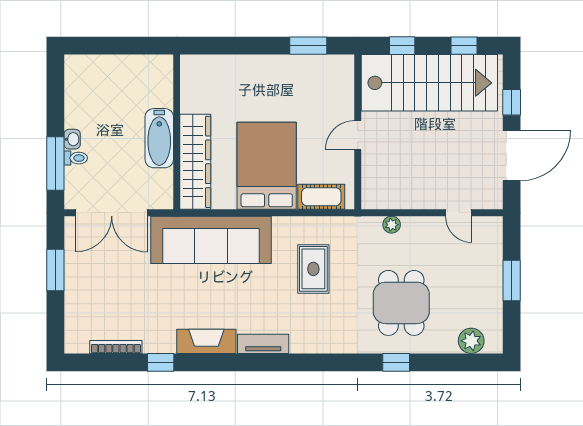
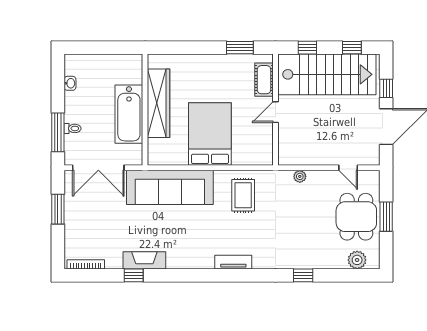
bathtub: (159, 138) -> (129, 114), width x1.36, depth x1.36
washbasin: (72, 139) -> (70, 83), moved
wardrobe: (195, 162) -> (159, 103), moved
cot: (321, 197) -> (264, 80), moved, turned 90
rug: (313, 269) -> (243, 195), moved
dining table: (401, 303) -> (356, 217), moved
fireplace: (206, 341) -> (144, 260), moved
tv unit: (263, 344) -> (233, 262), moved
bookcase: (116, 347) -> (86, 264), moved

